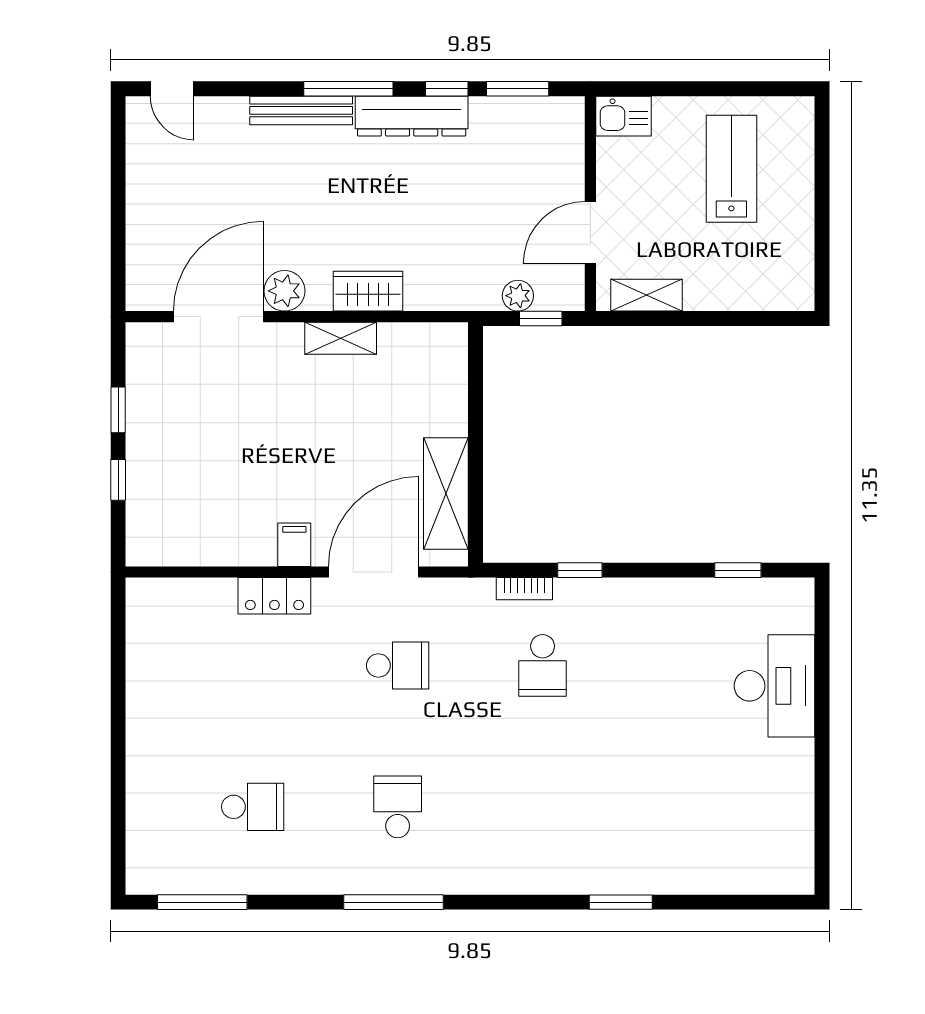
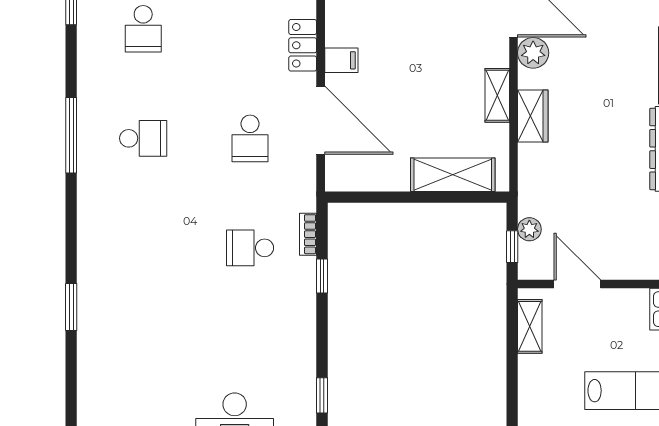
shelving: (446, 493) -> (453, 175), moved

